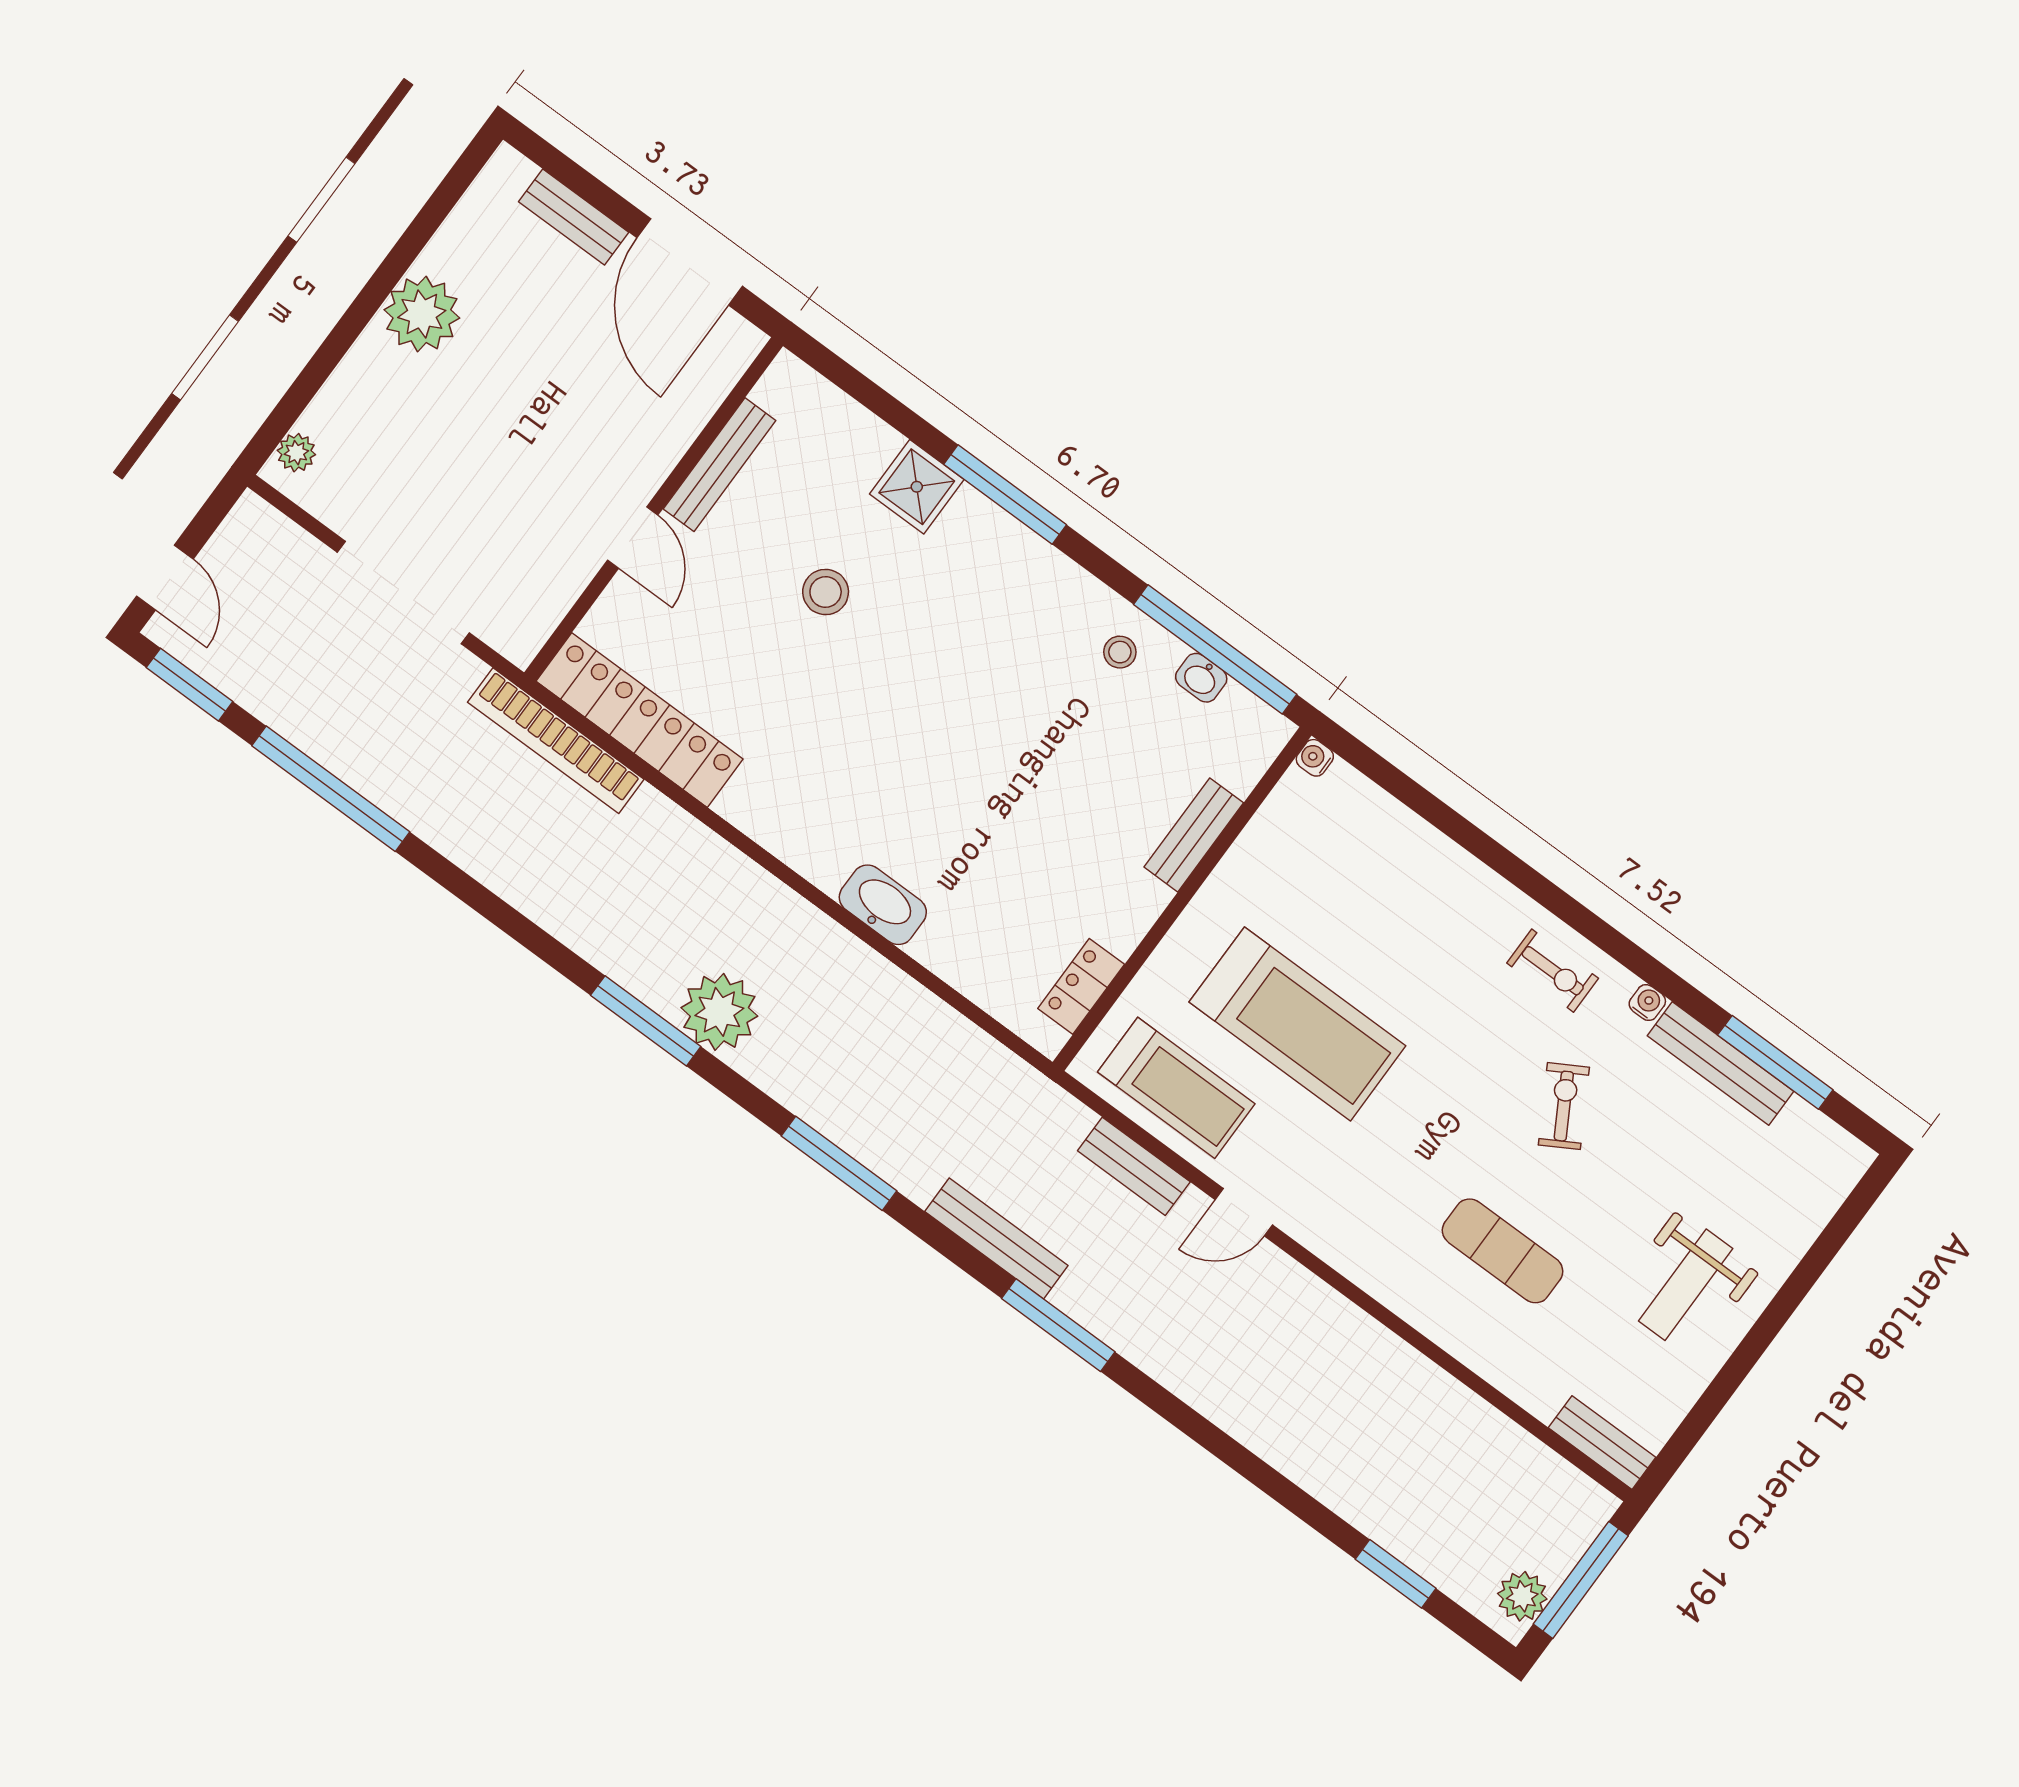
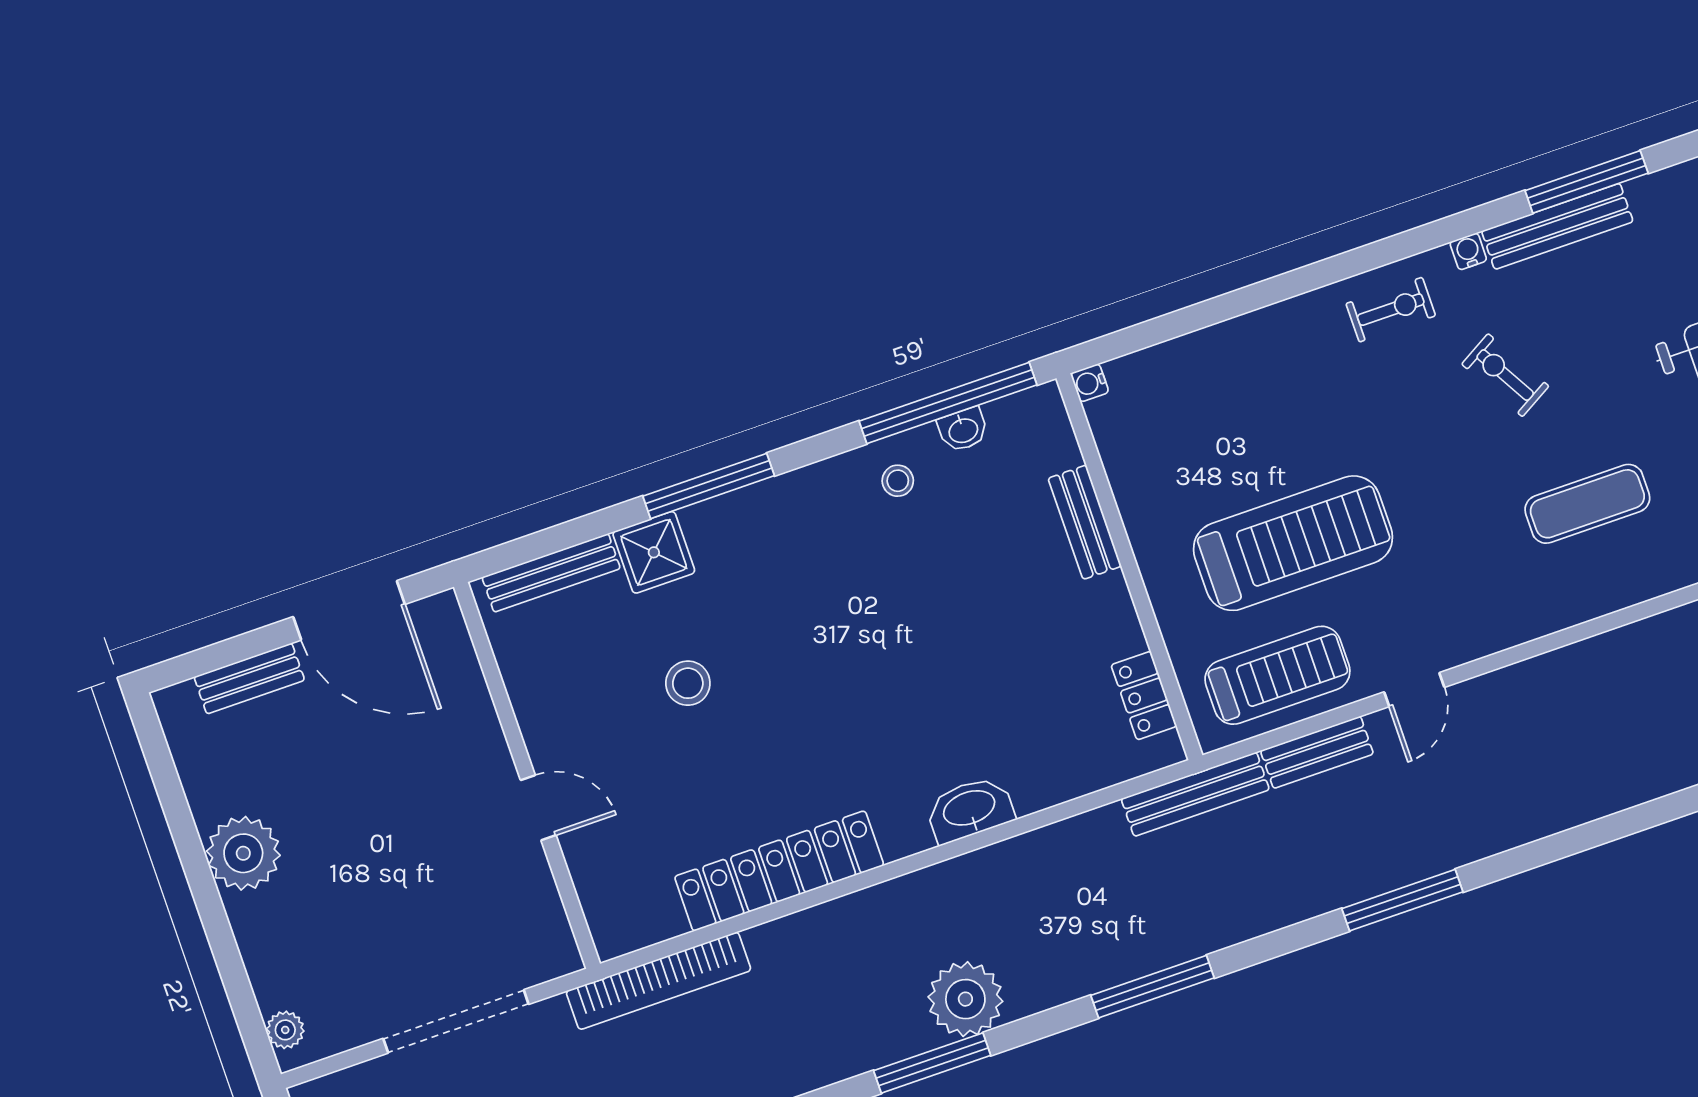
bench: (719, 465) -> (551, 573), moved, turned 90
locker: (640, 720) -> (779, 871), moved
bench: (996, 1239) -> (1195, 794), moved

